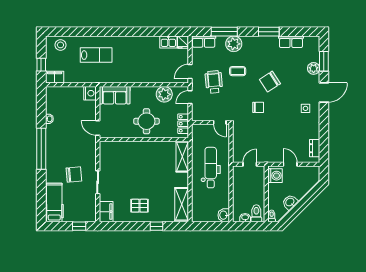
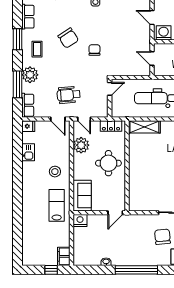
kitchen sink: (168, 42) -> (28, 152), moved
stool: (60, 45) -> (55, 172), moved
lab bench: (96, 55) -> (57, 205), moved
coffee table: (238, 71) -> (37, 49), moved
door: (290, 164) -> (152, 17), hinge flipped

